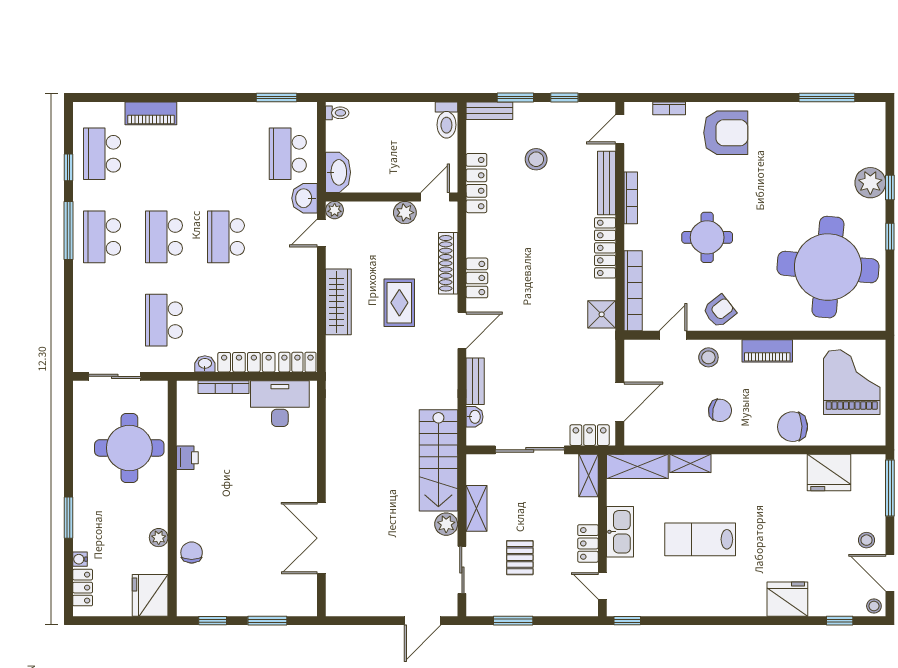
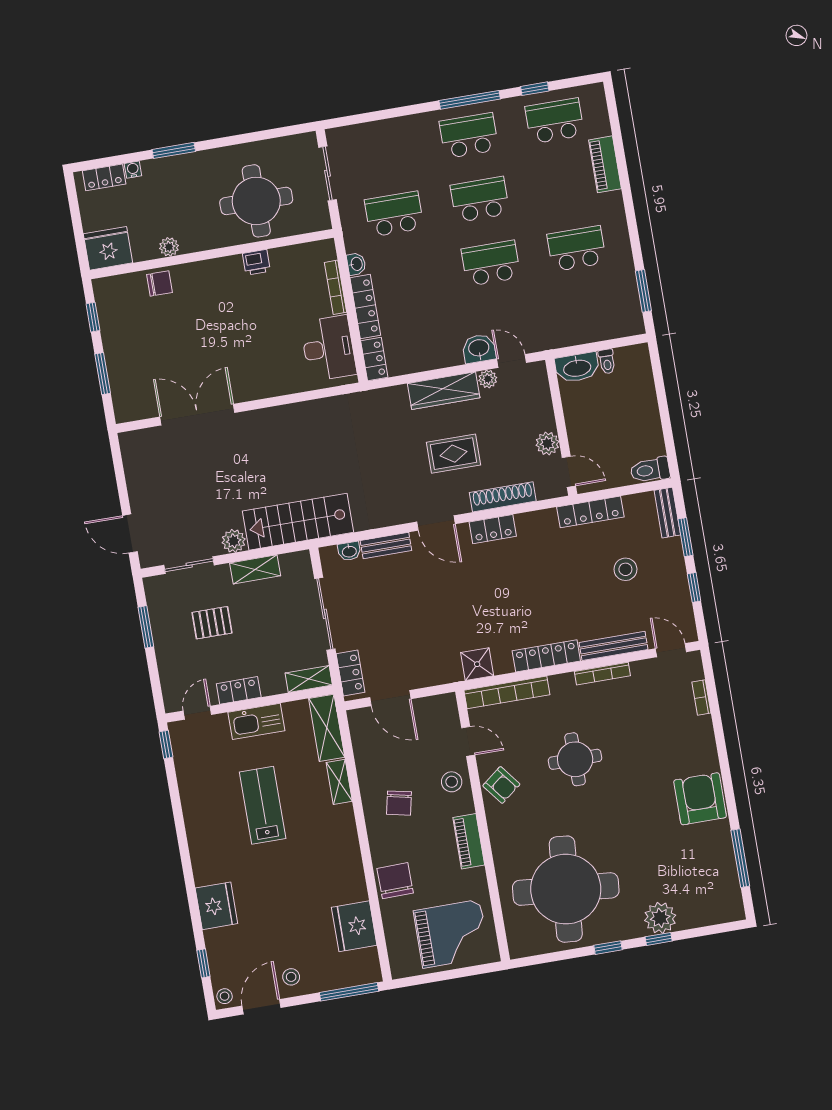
toilet: (337, 113) -> (607, 361), moved
armchair: (726, 133) -> (700, 799), moved, turned 180
school desk: (288, 154) -> (577, 249), moved
washbasin: (304, 198) -> (479, 349), moved
plant: (335, 210) -> (488, 379), moved

